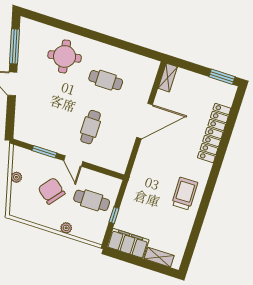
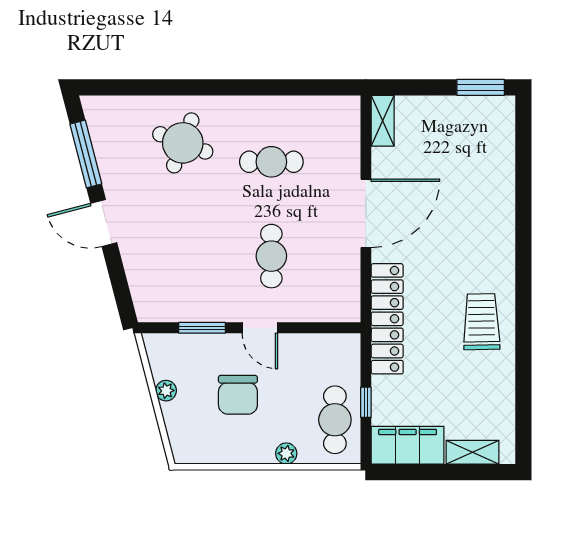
round table: (65, 56) -> (183, 143), turned 31
locker: (214, 133) -> (387, 319), moved, turned 180
chair: (52, 191) -> (238, 395), turned -129
cafe table: (92, 200) -> (335, 420), moved, turned 90

